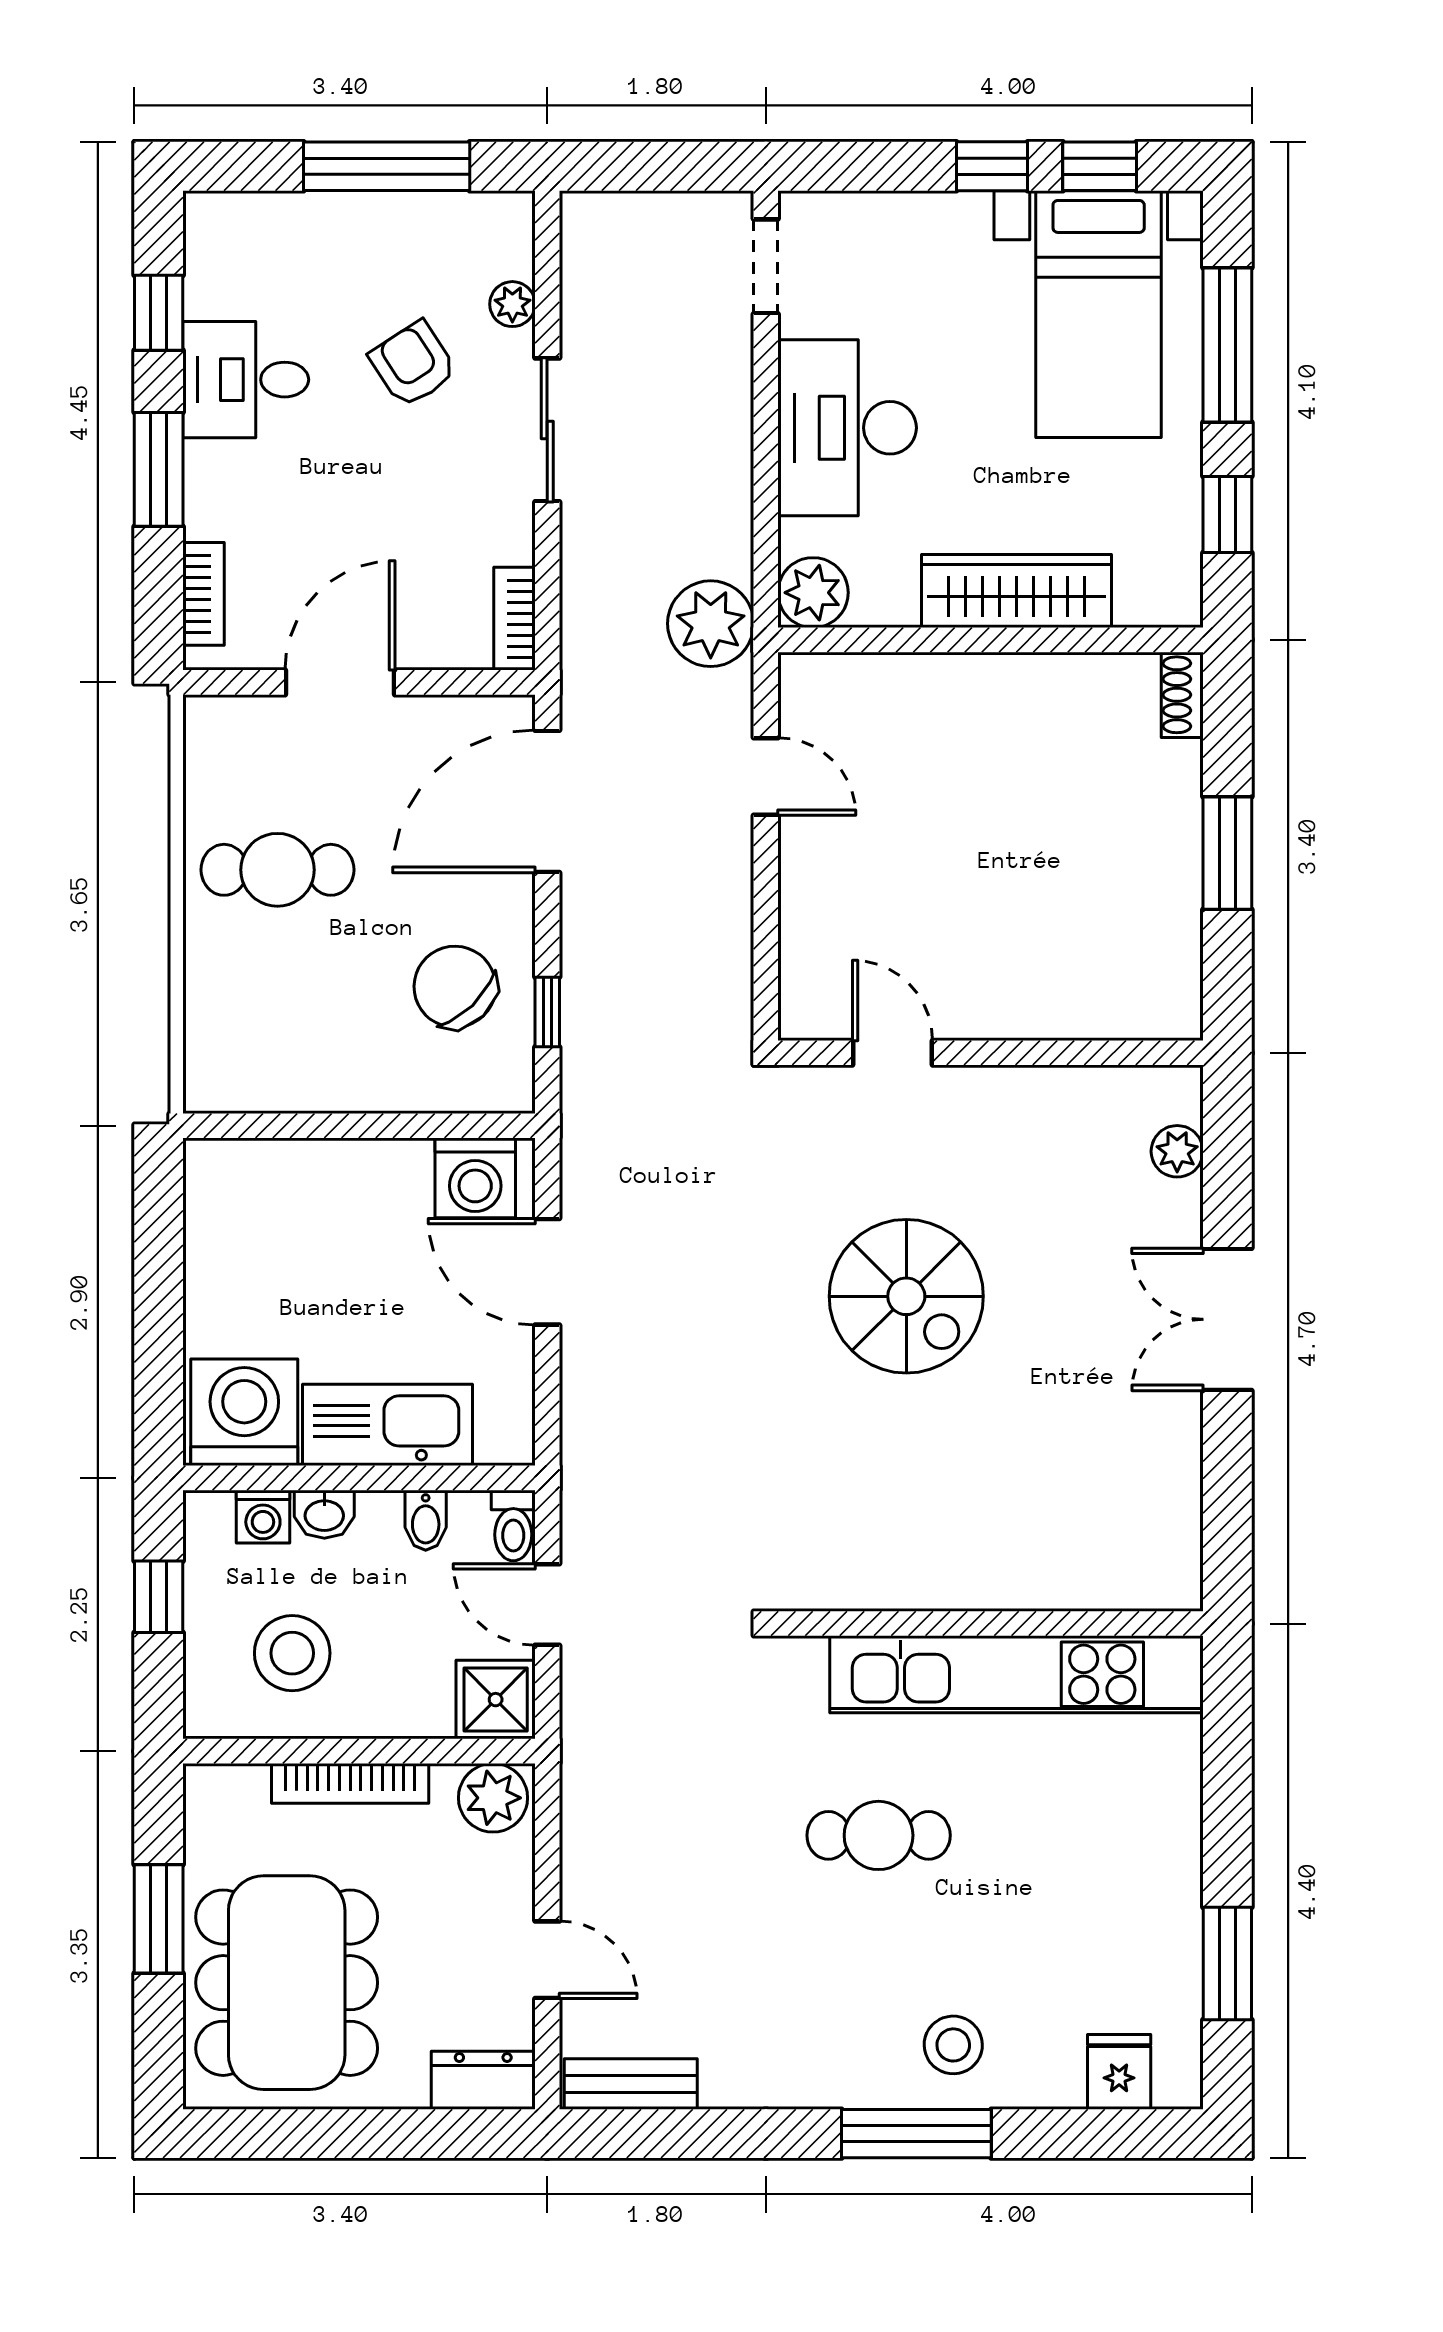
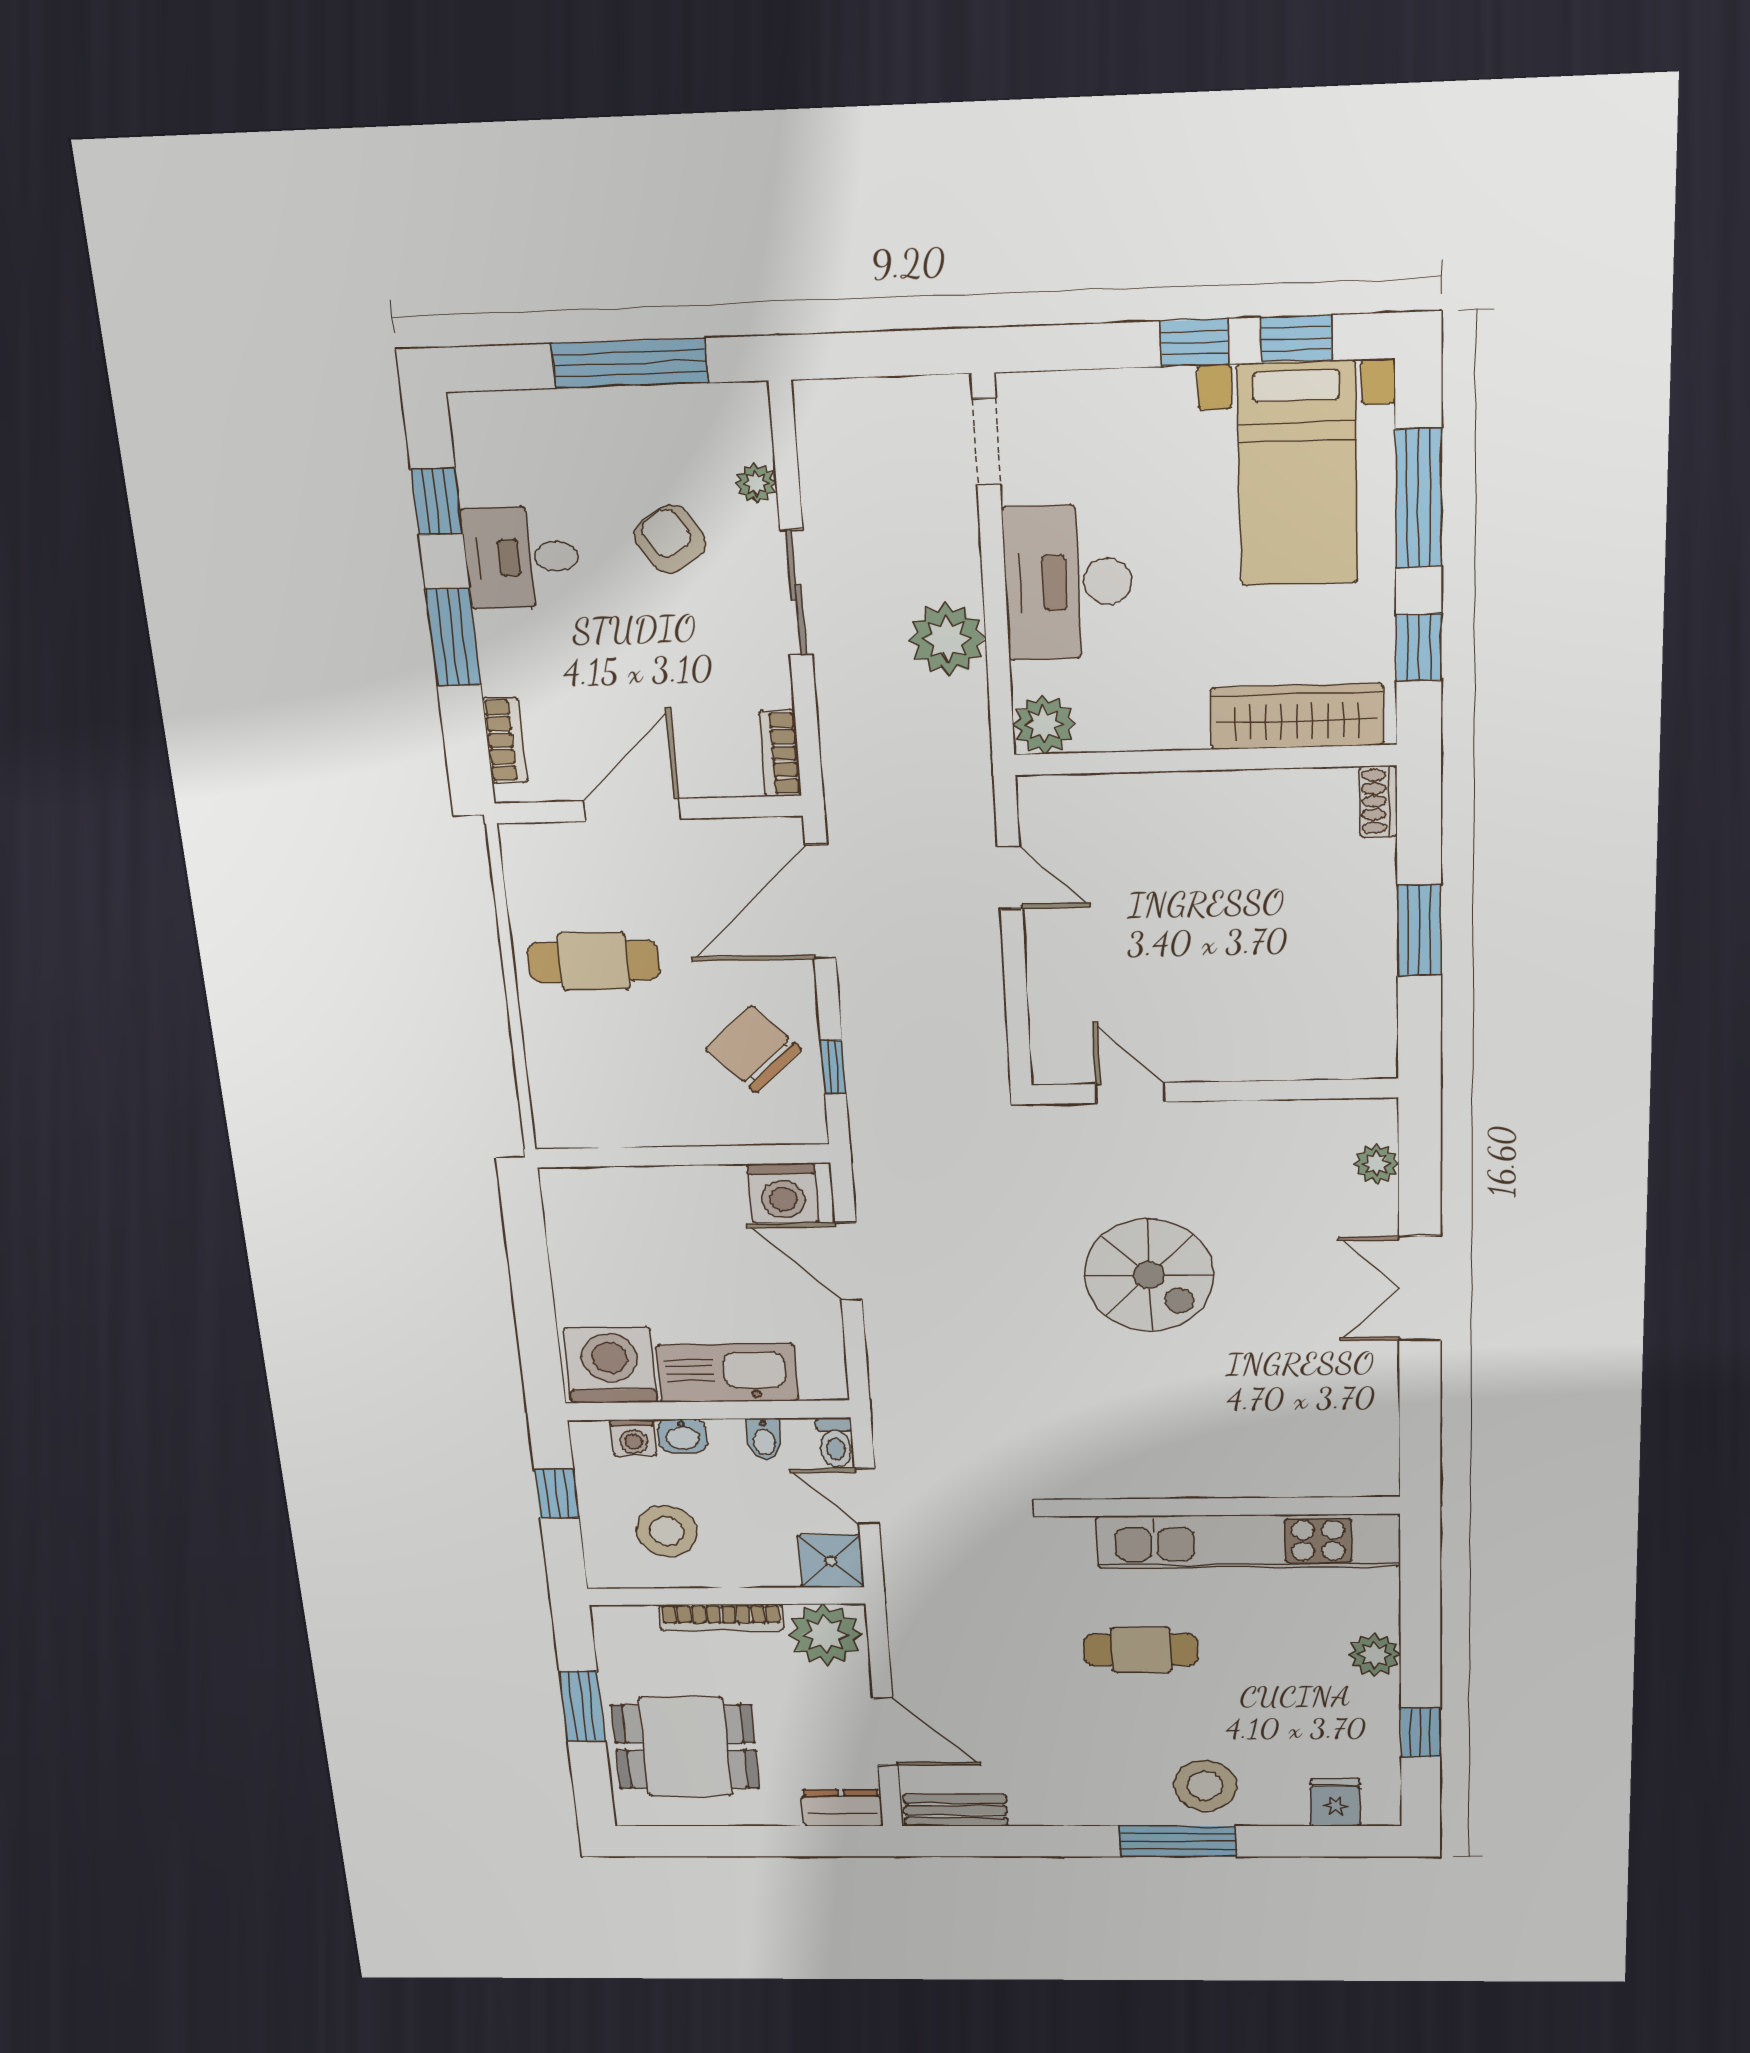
wardrobe: (1016, 591) -> (1297, 716), moved
plant: (711, 624) -> (947, 639), moved
plant: (493, 1798) -> (825, 1635), width x1.36, depth x1.36
plant: (1170, 1845) -> (1375, 1655), added
door: (547, 1960) -> (885, 1732), width x1.38
window: (1227, 1963) -> (1421, 1733), width x0.67
dining table: (287, 1983) -> (685, 1747), width x0.73
stool: (953, 2045) -> (1205, 1785), width x1.38, depth x1.38

